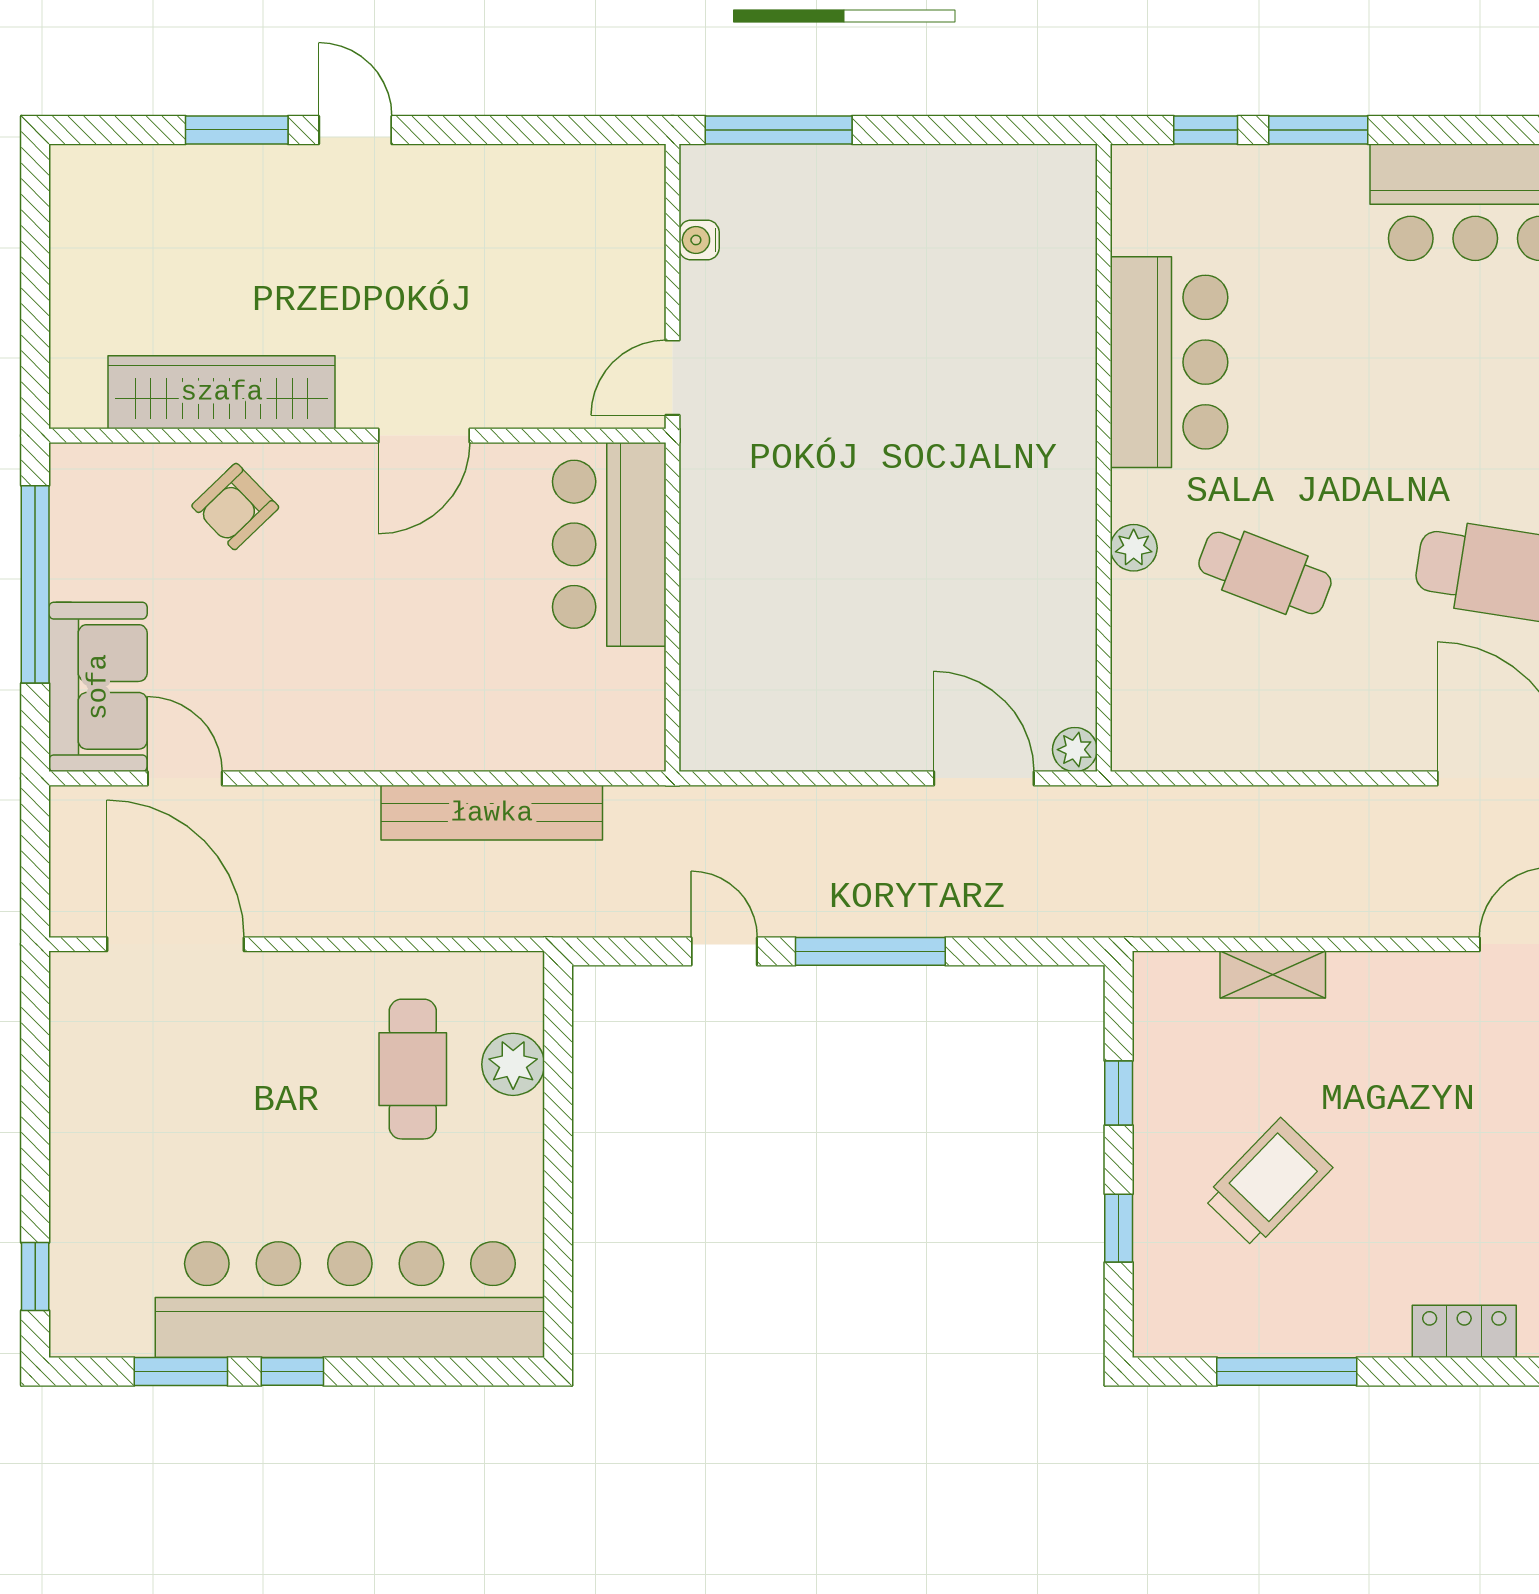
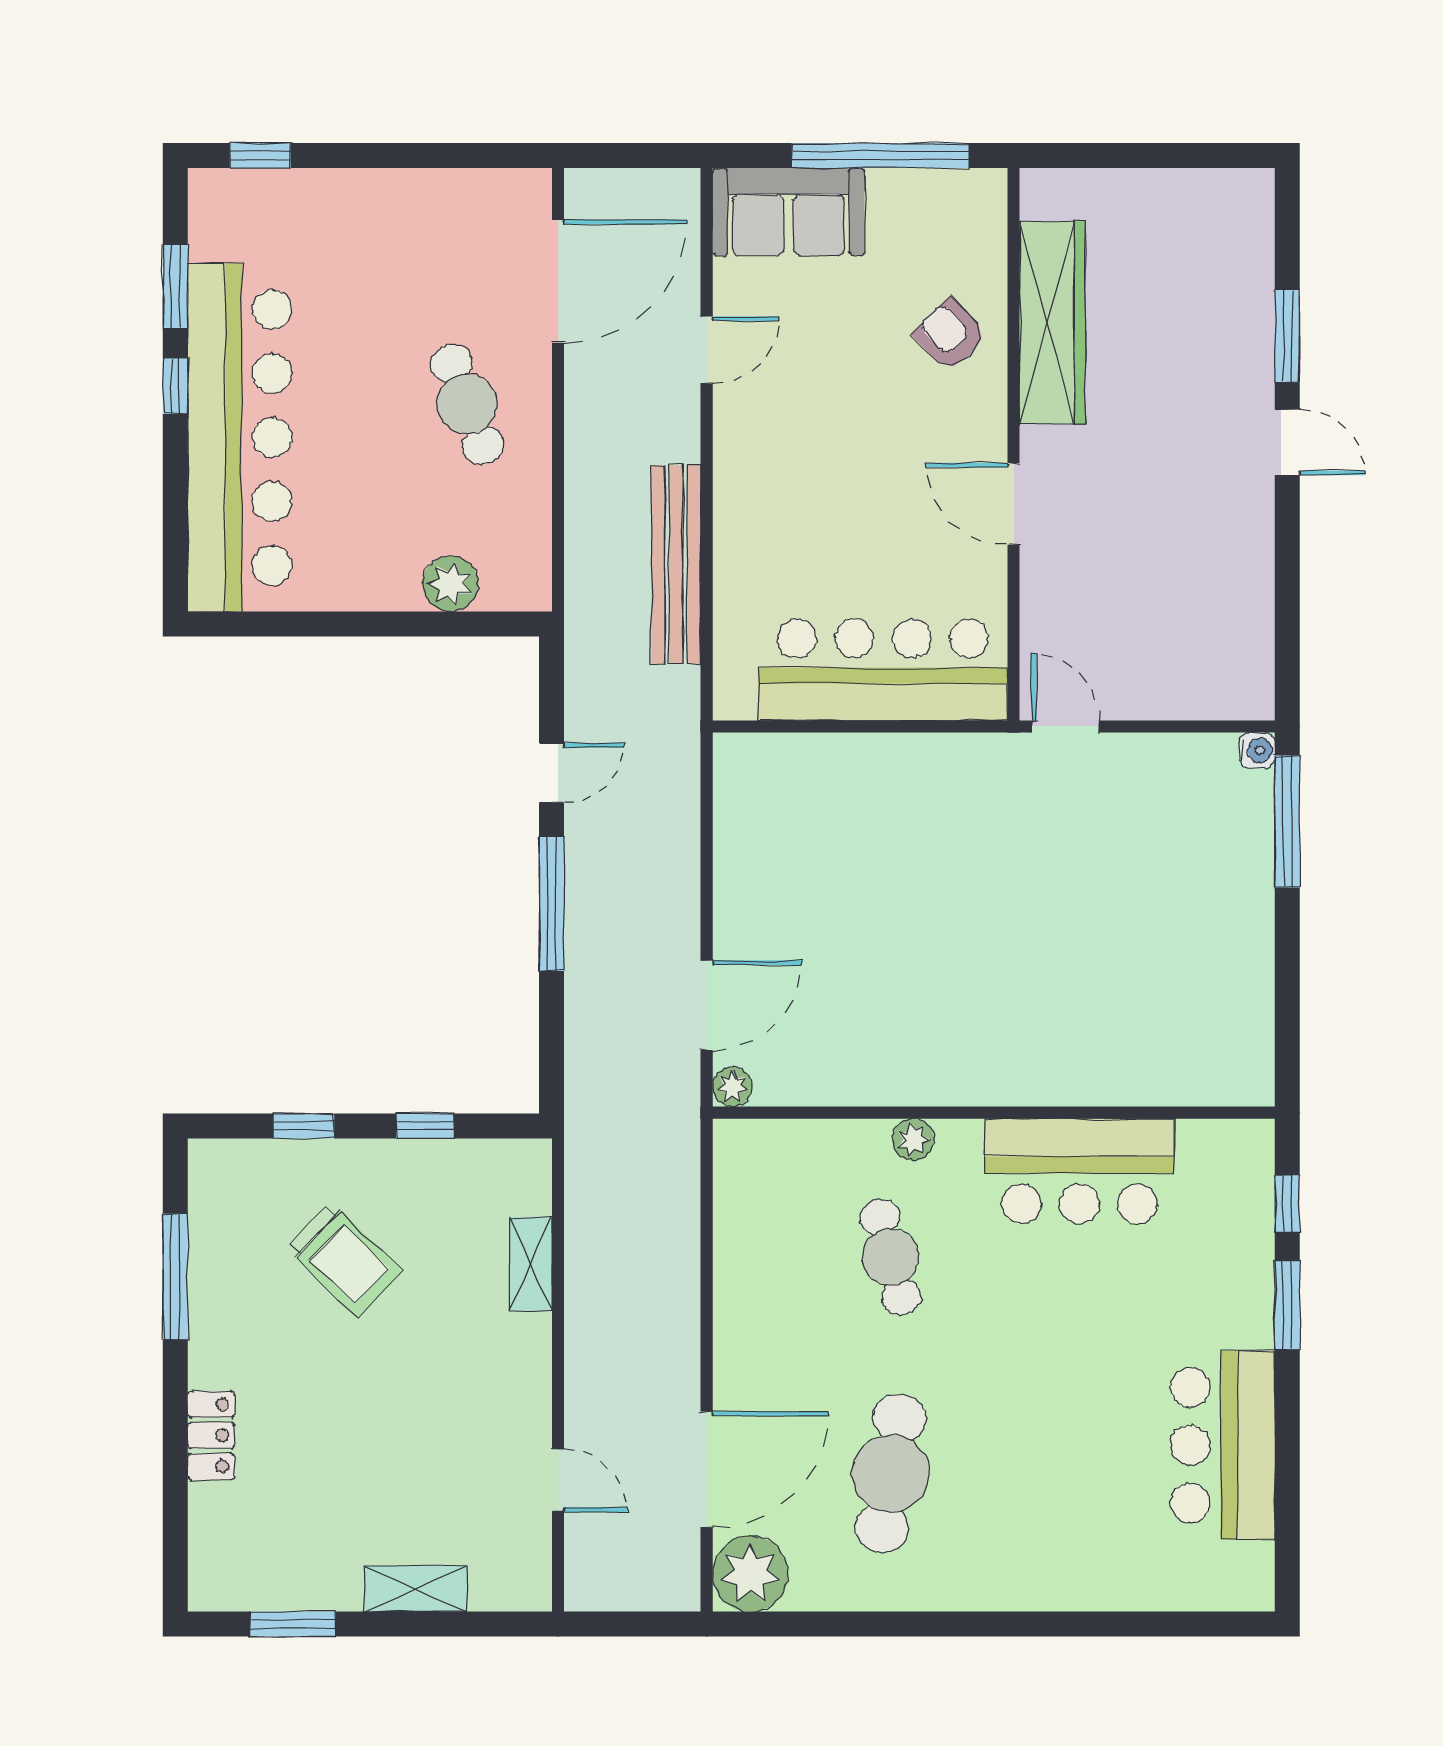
door: (355, 130) -> (1287, 442), hinge flipped
water cooler: (699, 240) -> (1257, 750), moved, turned 90
bar counter: (609, 544) -> (883, 670), width x1.36
cafe table: (1265, 573) -> (891, 1257), turned -36
door: (185, 778) -> (707, 350), moved
cafe table: (413, 1069) -> (467, 404), moved, turned 69

